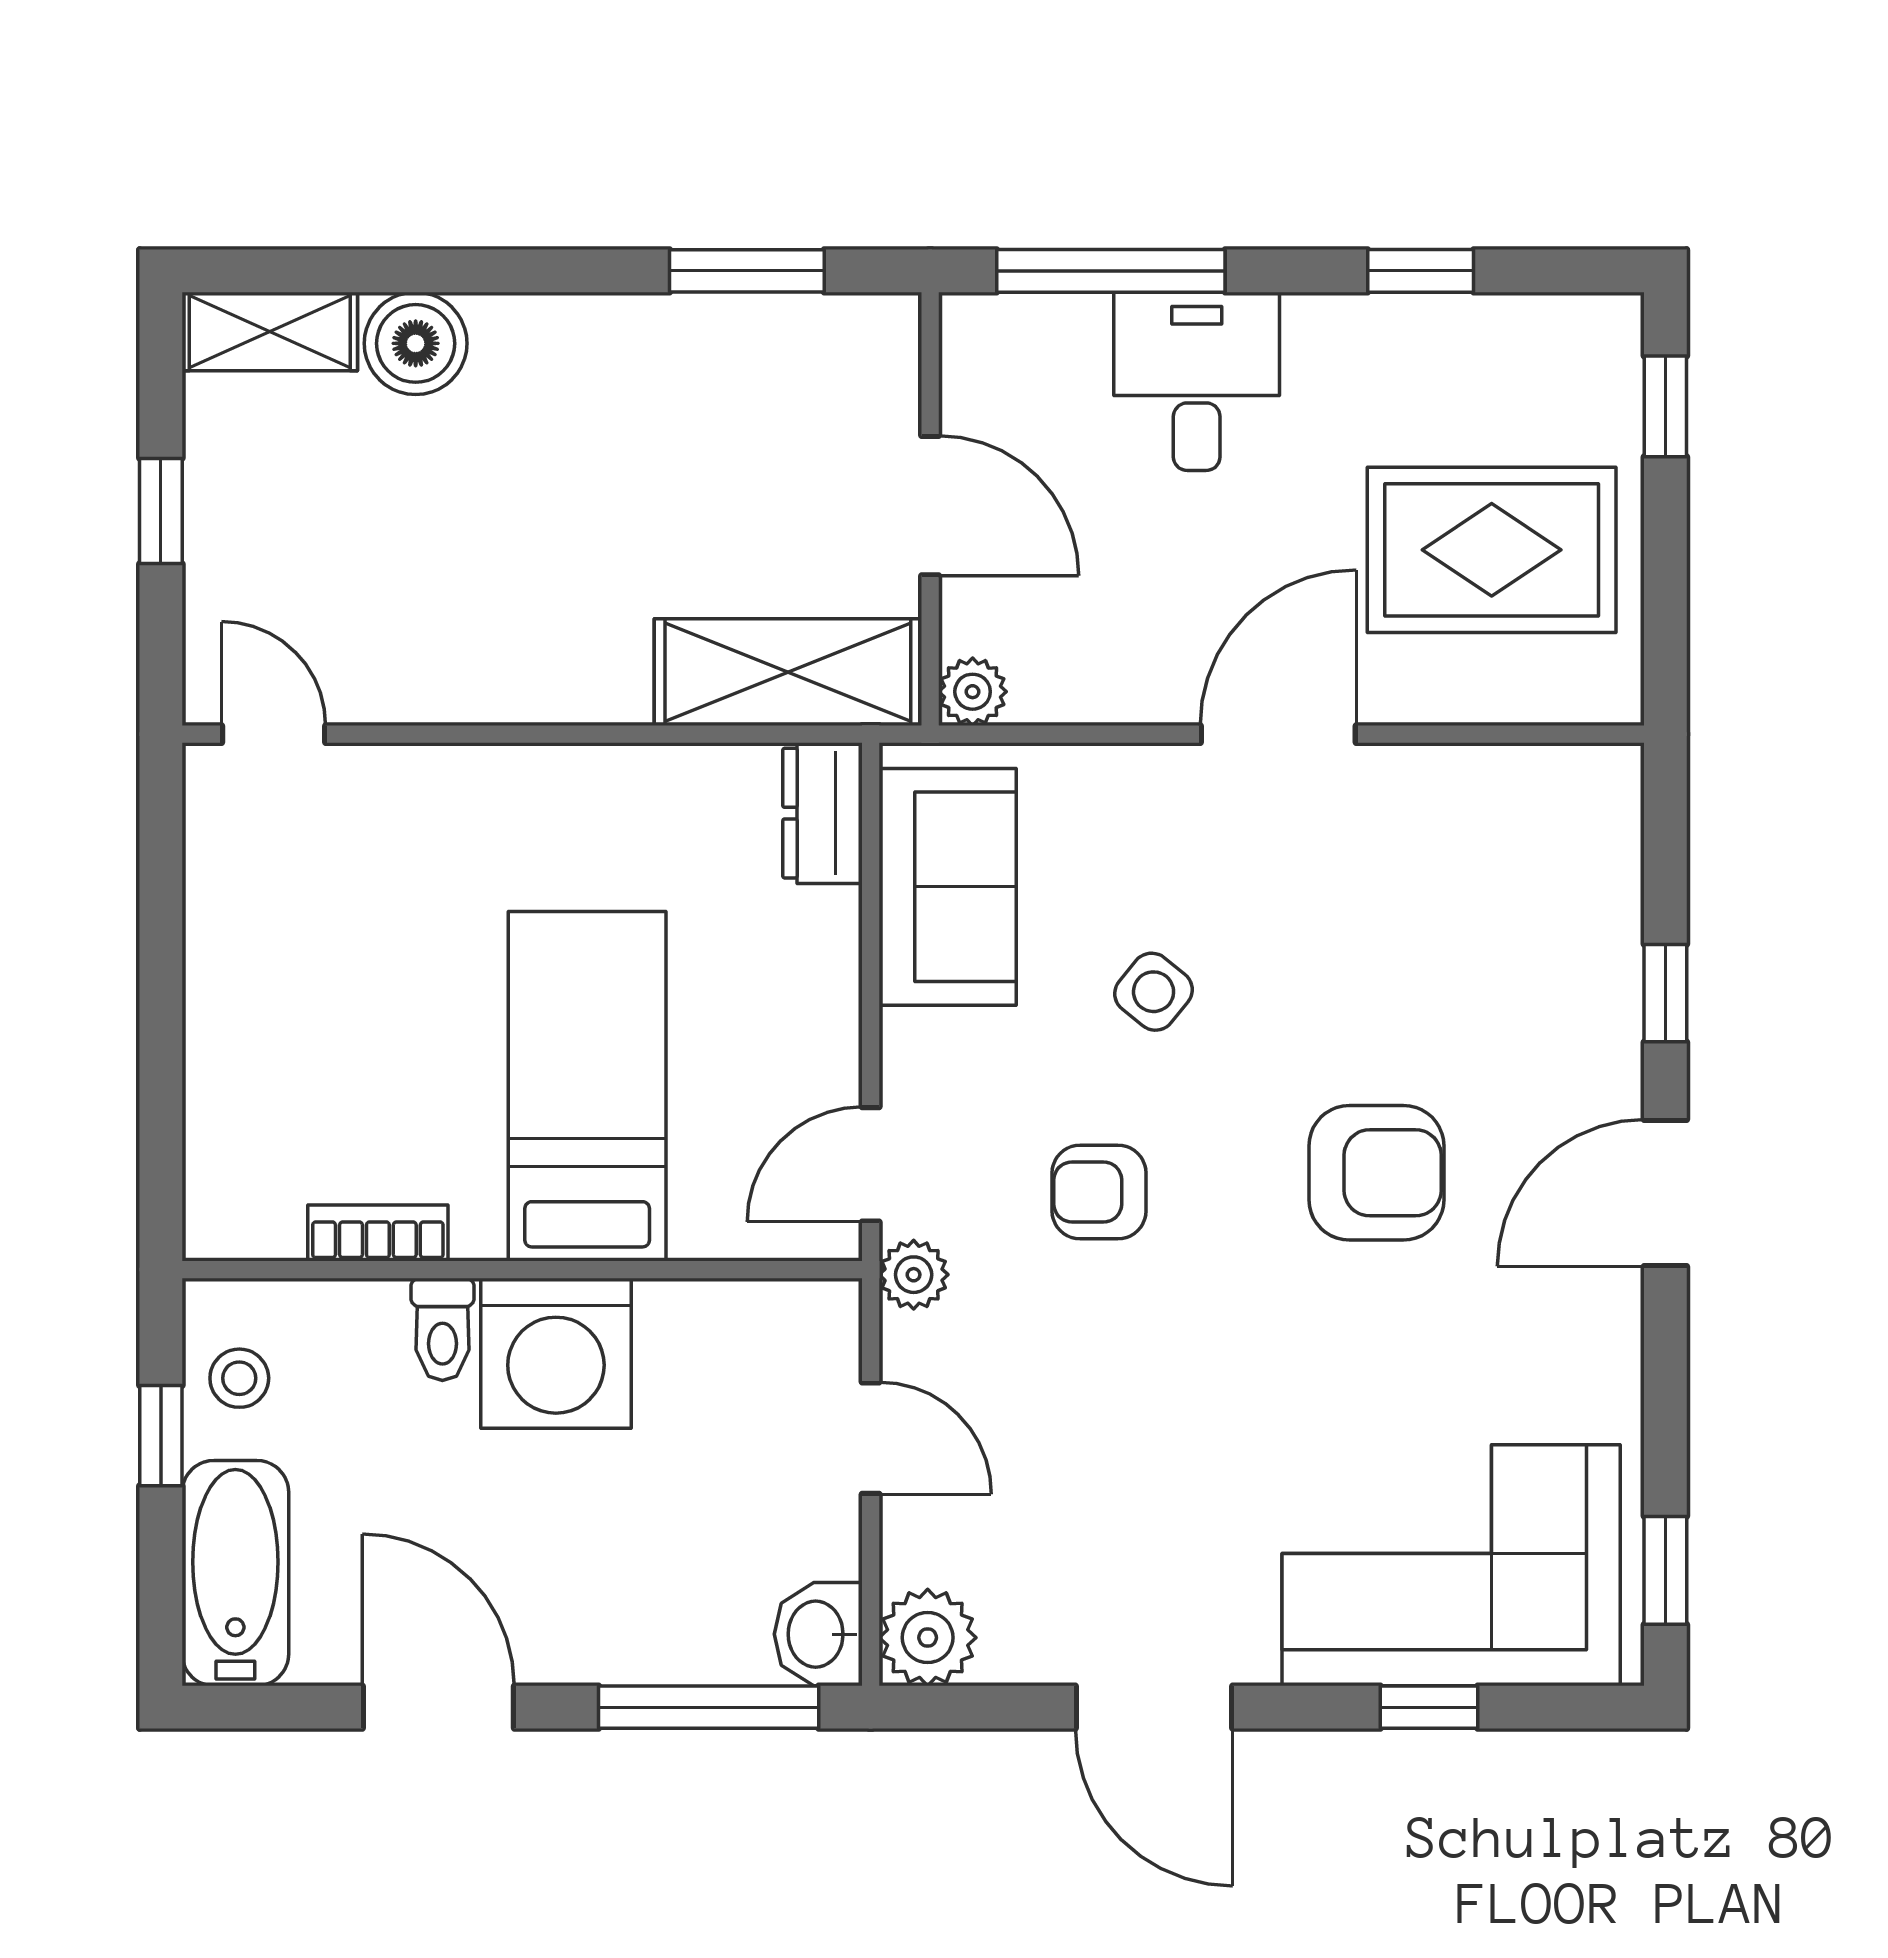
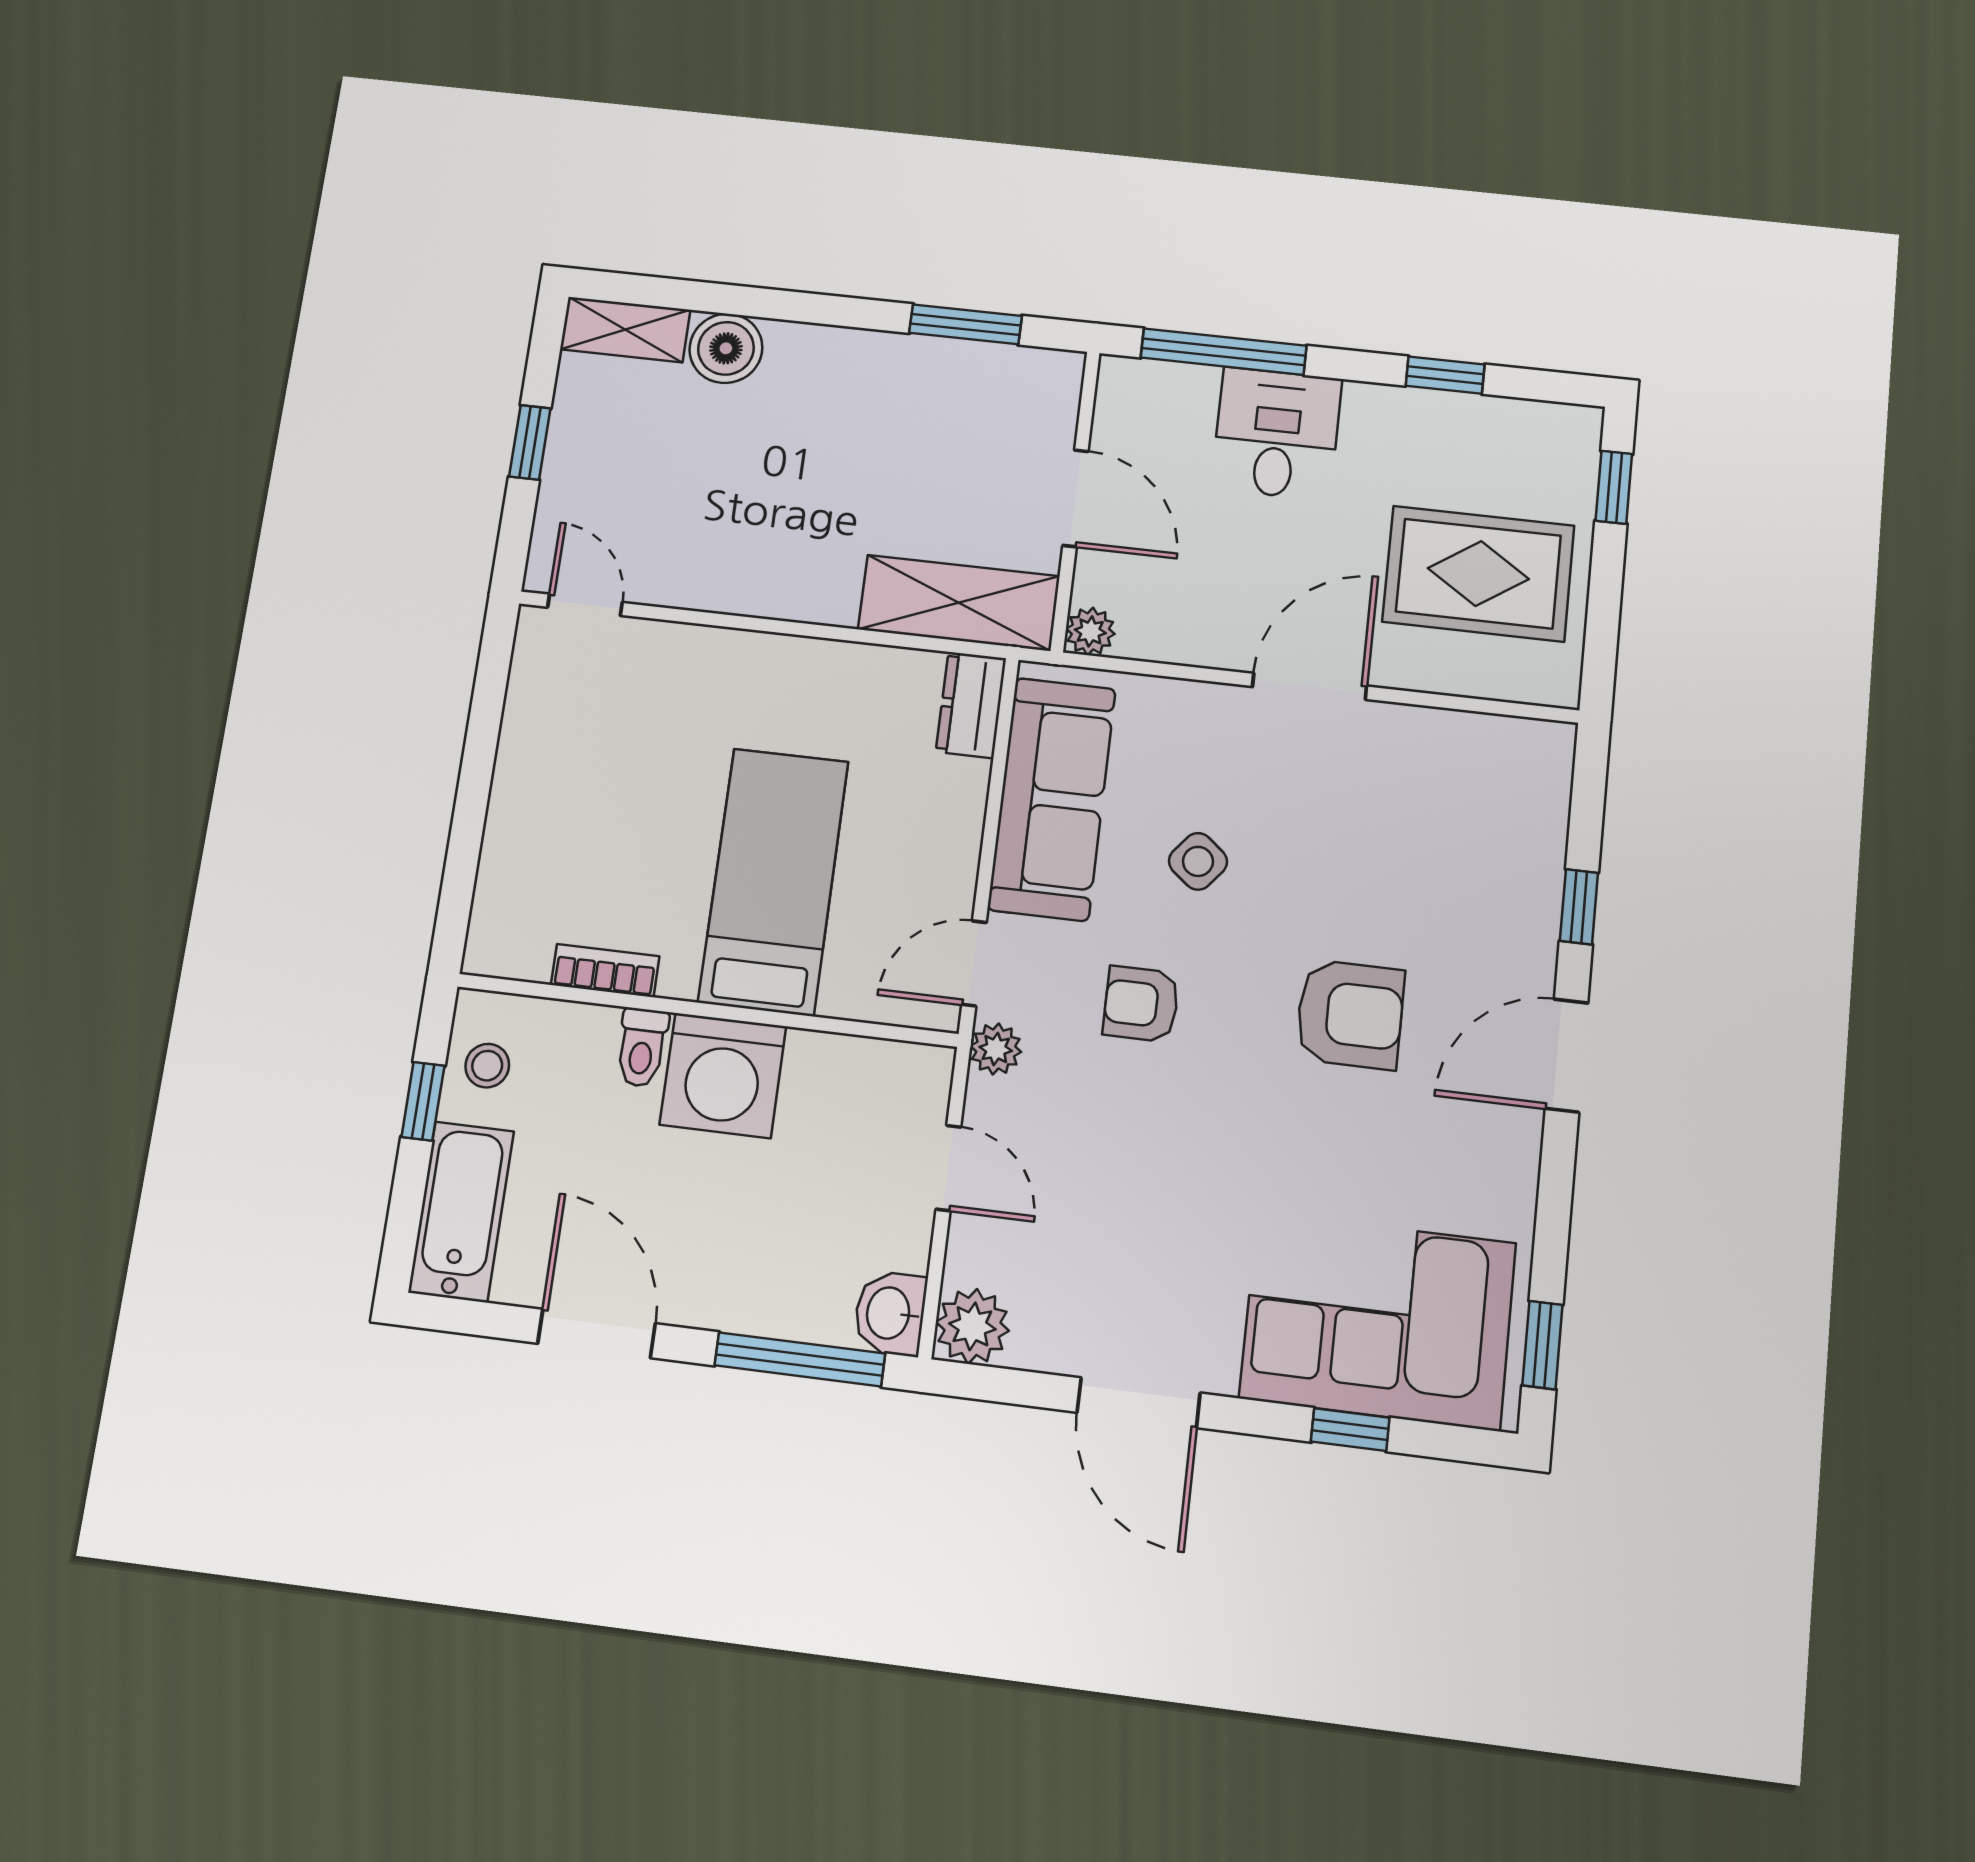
sofa: (948, 887) -> (1052, 799), width x1.36

